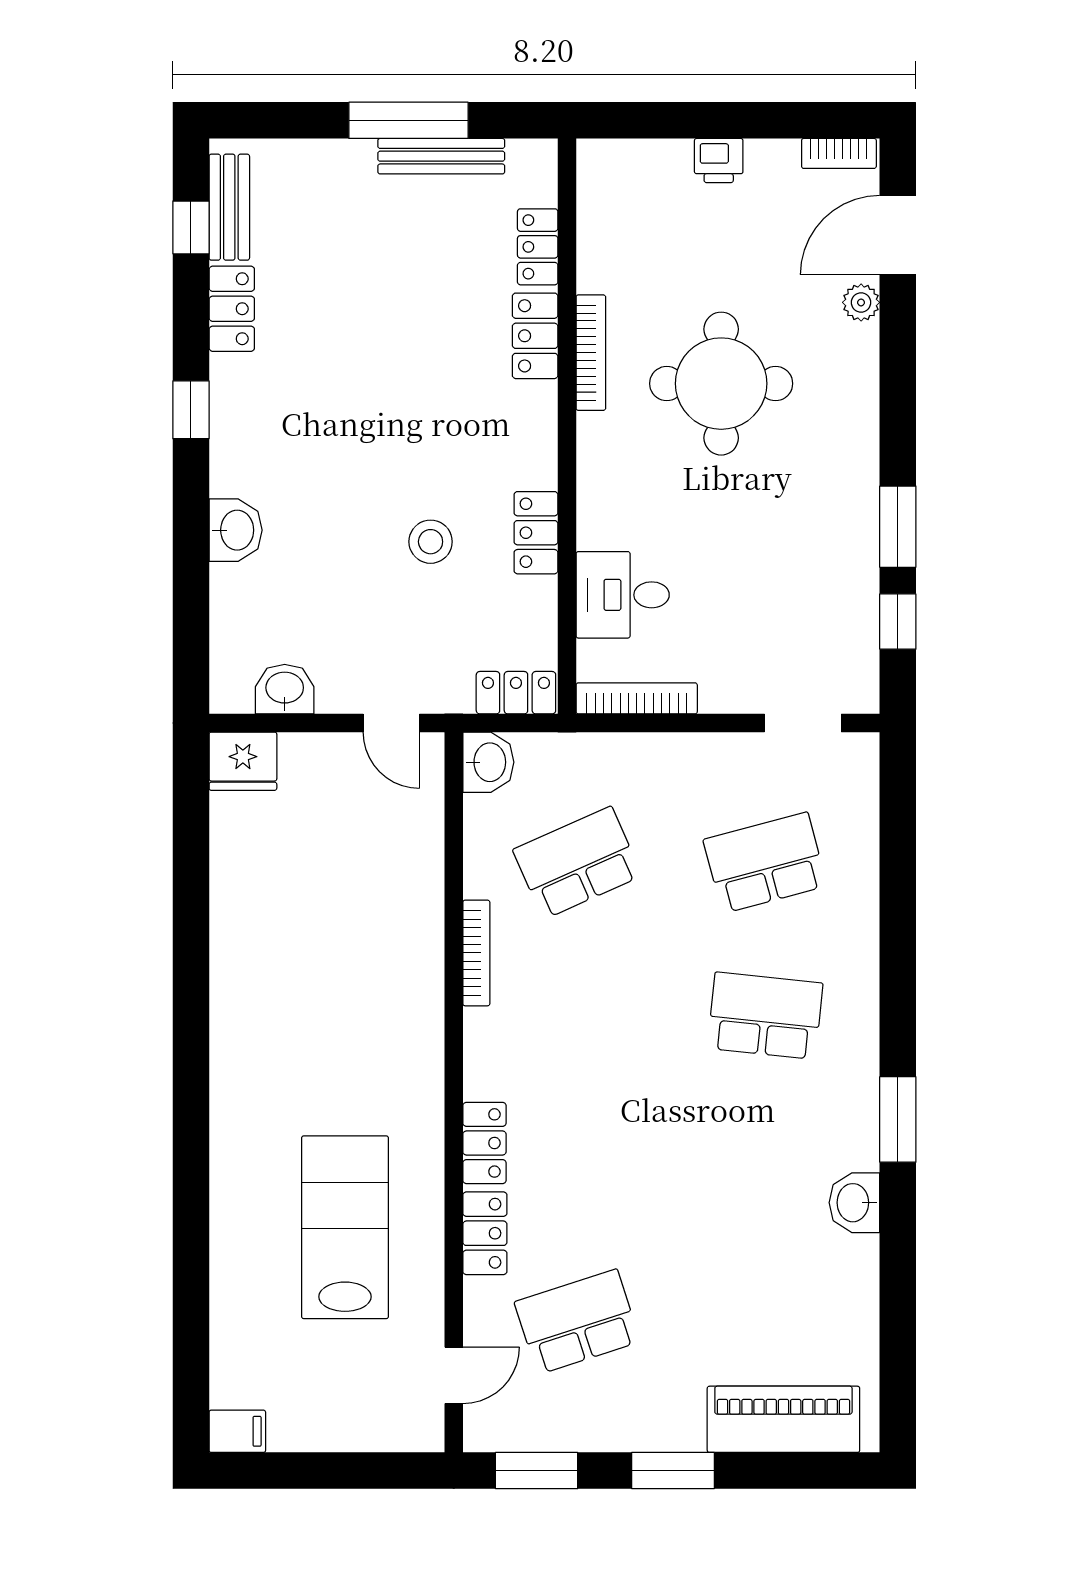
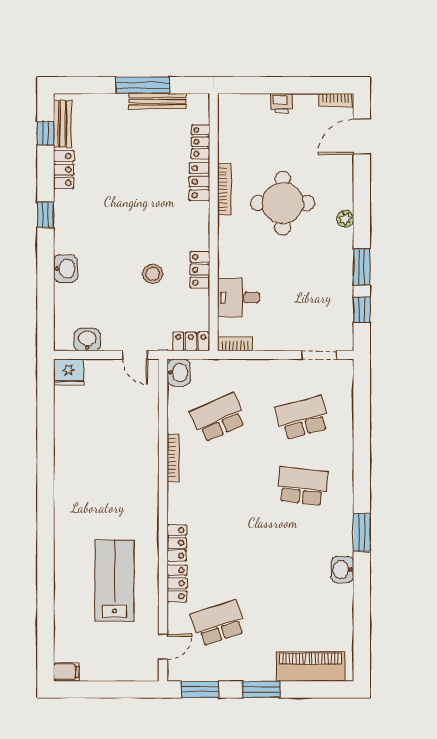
plant: (861, 302) -> (345, 219), moved
bookcase: (637, 698) -> (235, 344), width x0.64

